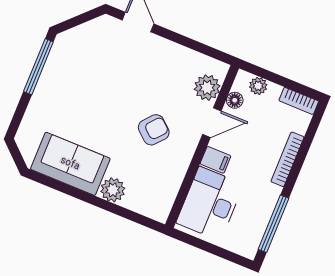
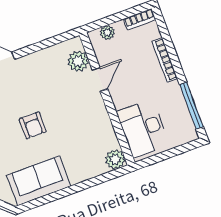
floor lamp: (235, 100) -> (101, 54), removed
armchair: (154, 130) -> (33, 125), moved, turned 139
filing cabinet: (215, 160) -> (122, 99), removed
plant: (113, 190) -> (115, 159), moved

